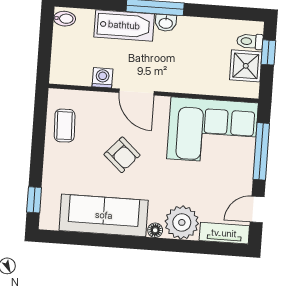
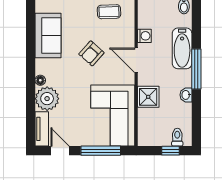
washbasin: (166, 23) -> (186, 95), moved
shower: (246, 66) -> (148, 97), moved
door: (136, 92) -> (136, 60), hinge flipped
sofa: (104, 215) -> (48, 35), width x0.73

